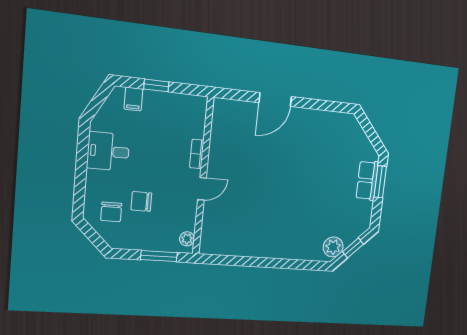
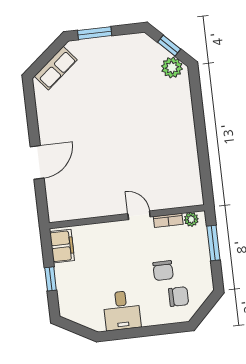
filing cabinet: (133, 99) -> (62, 246), moved, width x2.00
door: (275, 100) -> (37, 162), hinge flipped
bookcase: (197, 154) -> (168, 220), moved
row of seats: (367, 180) -> (56, 68), moved, turned -39

